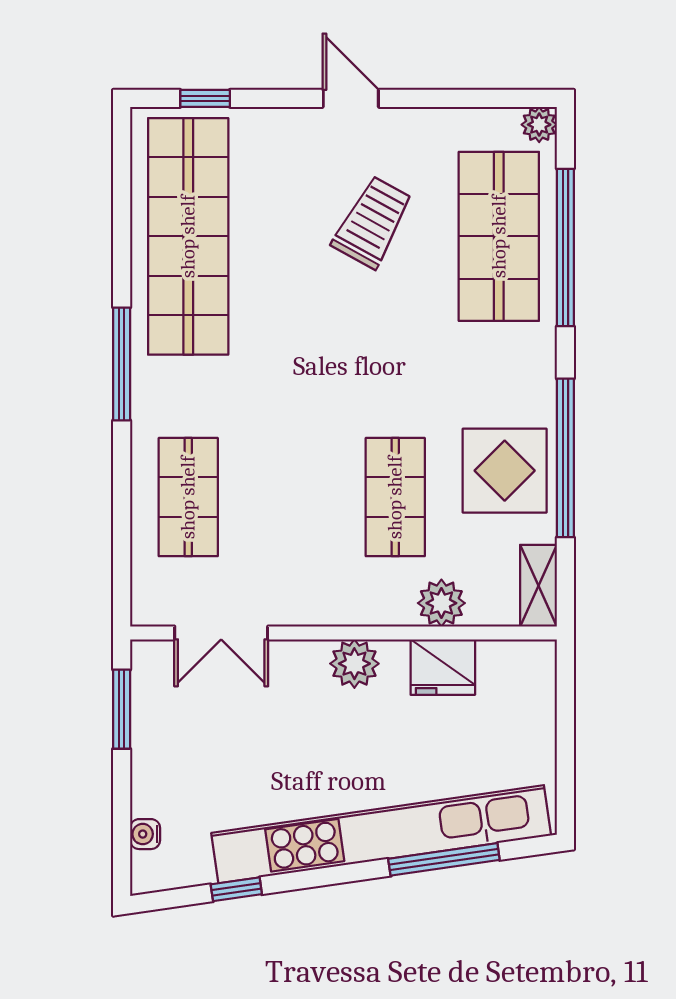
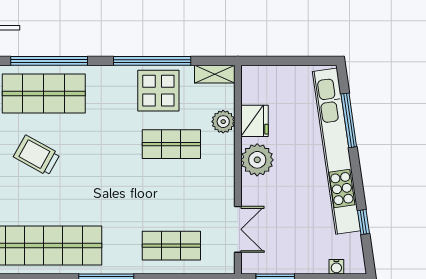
plant: (354, 664) -> (257, 160), width x1.36, depth x1.36

